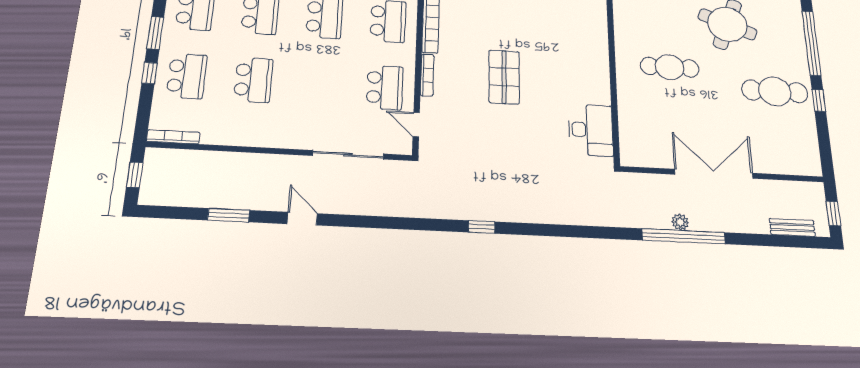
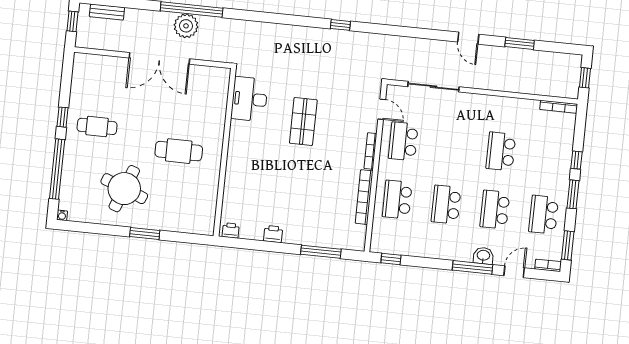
school desk: (187, 76) -> (550, 156), removed
shop shelf: (504, 77) -> (303, 121), moved
cafe table: (775, 91) -> (97, 126), width x0.73, depth x0.74
plant: (680, 222) -> (186, 26), width x1.87, depth x1.87

